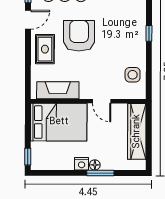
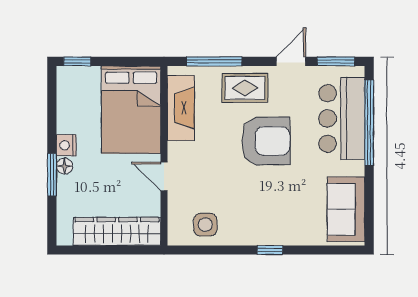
door: (28, 20) -> (291, 61), swing flipped
window: (28, 69) -> (214, 61), added
door: (102, 101) -> (164, 176), hinge flipped

